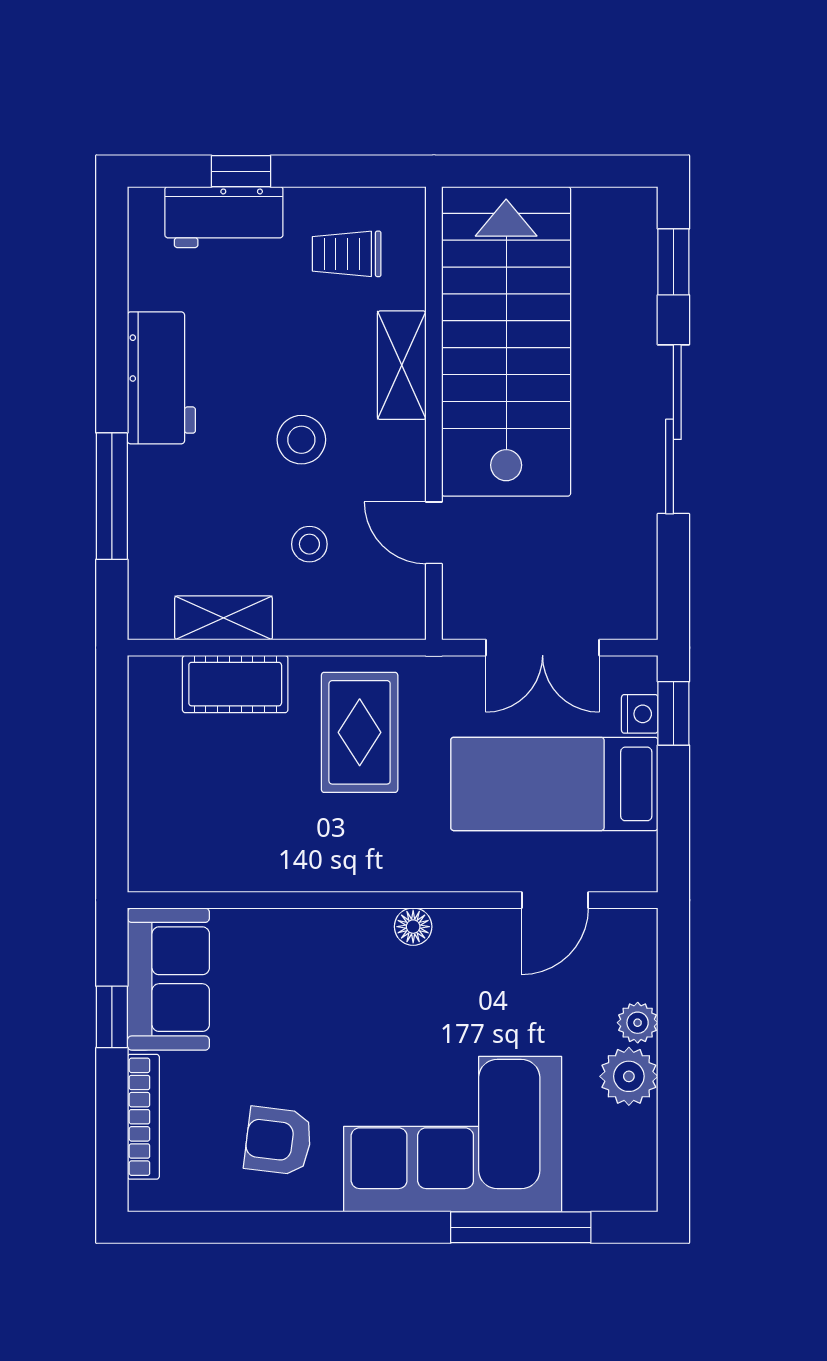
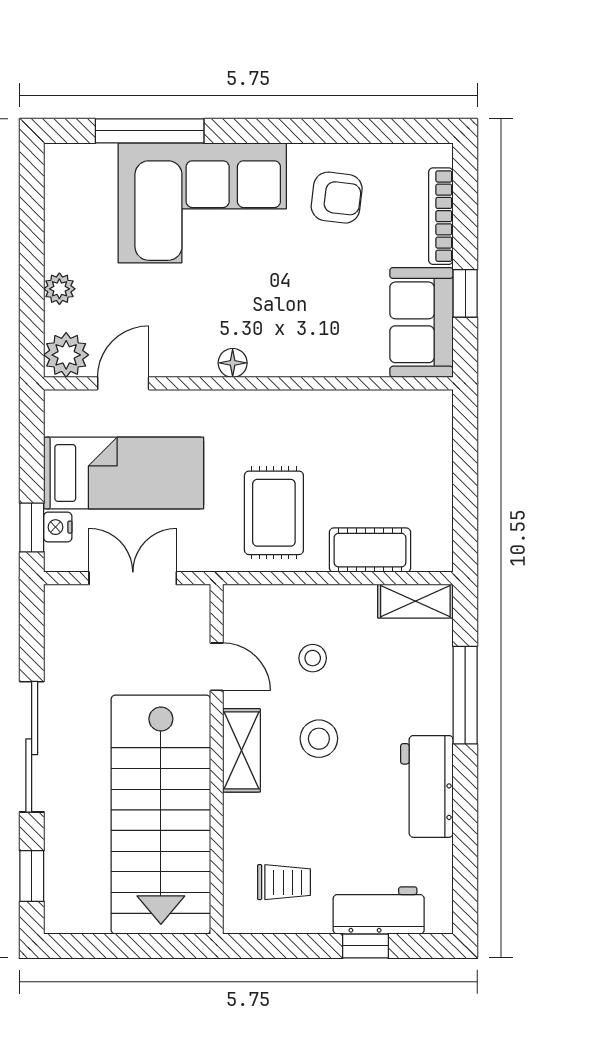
shelving: (402, 365) -> (241, 750), moved
shelving: (224, 618) -> (415, 601), moved
plant: (629, 1076) -> (66, 355), moved

